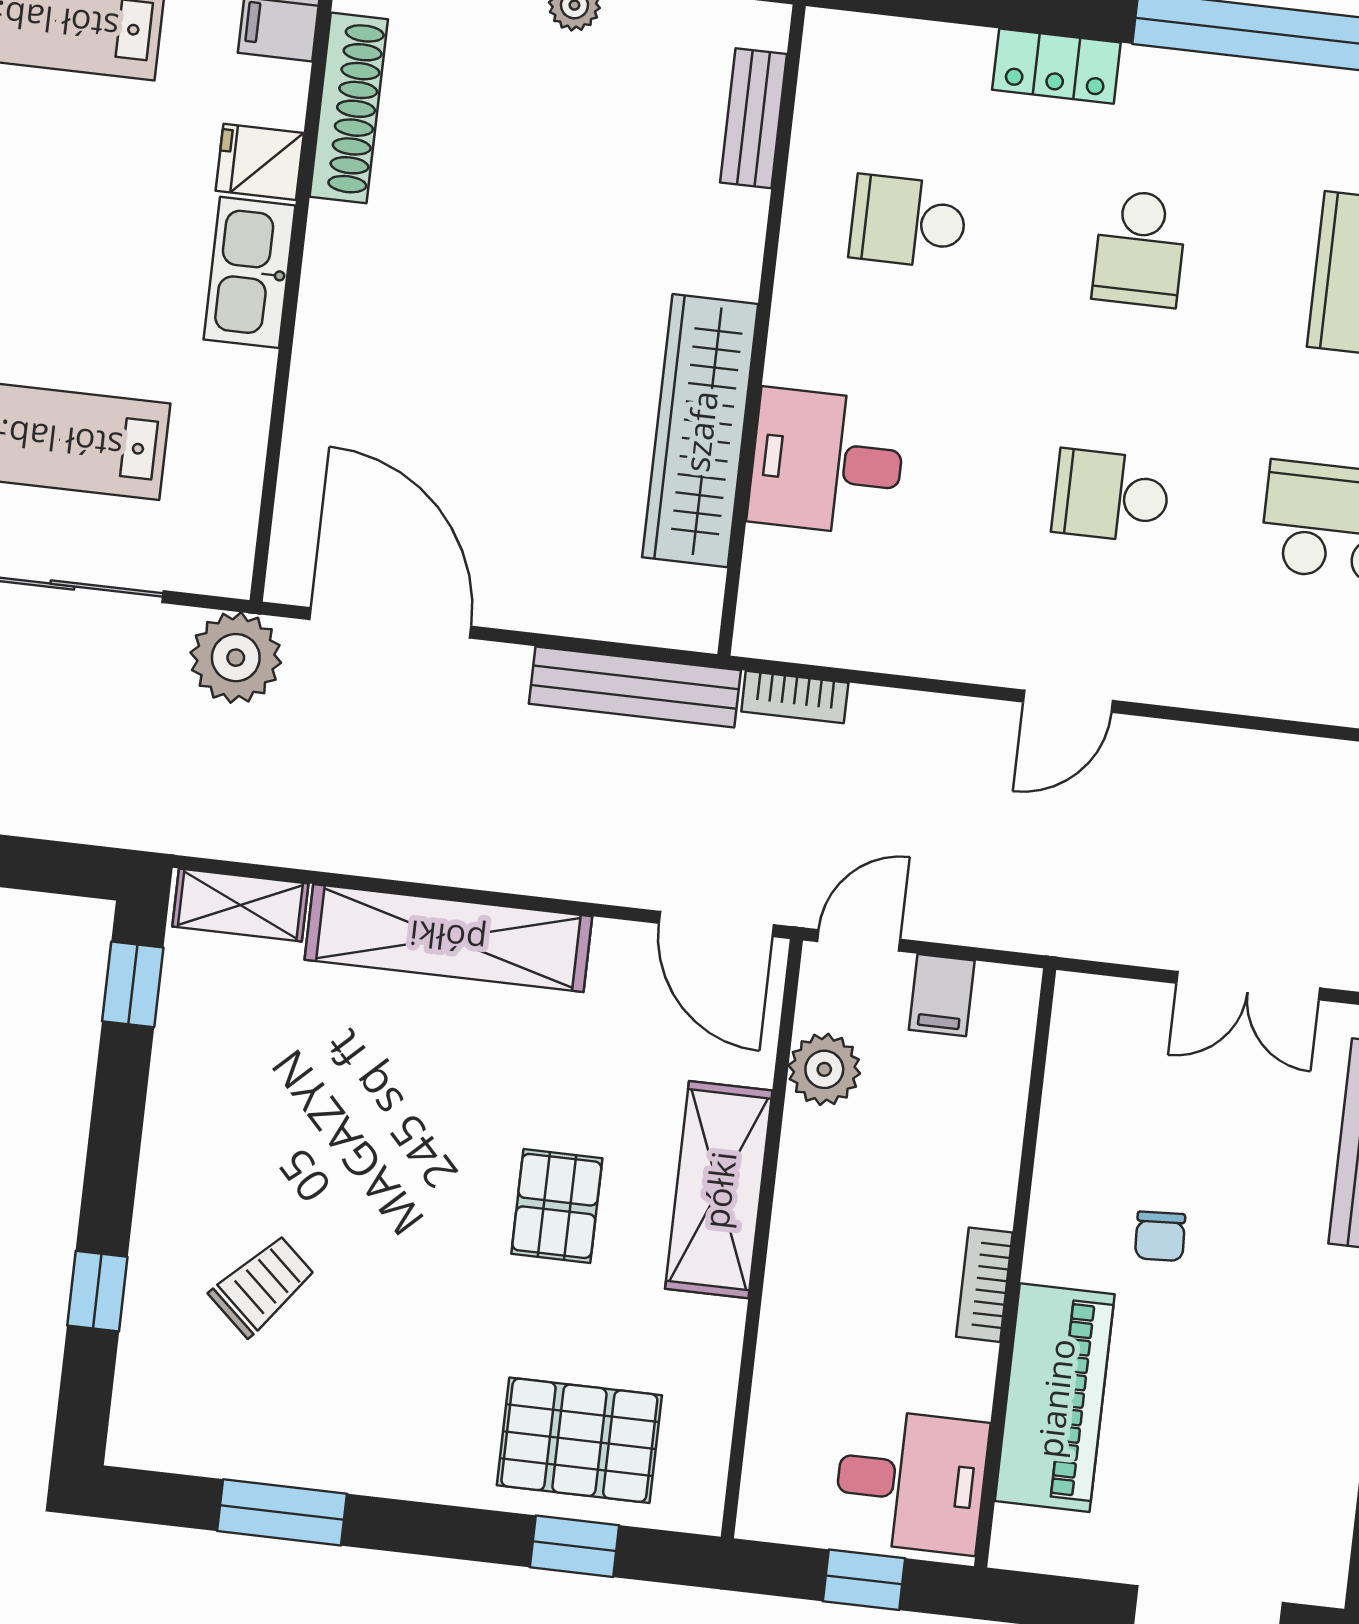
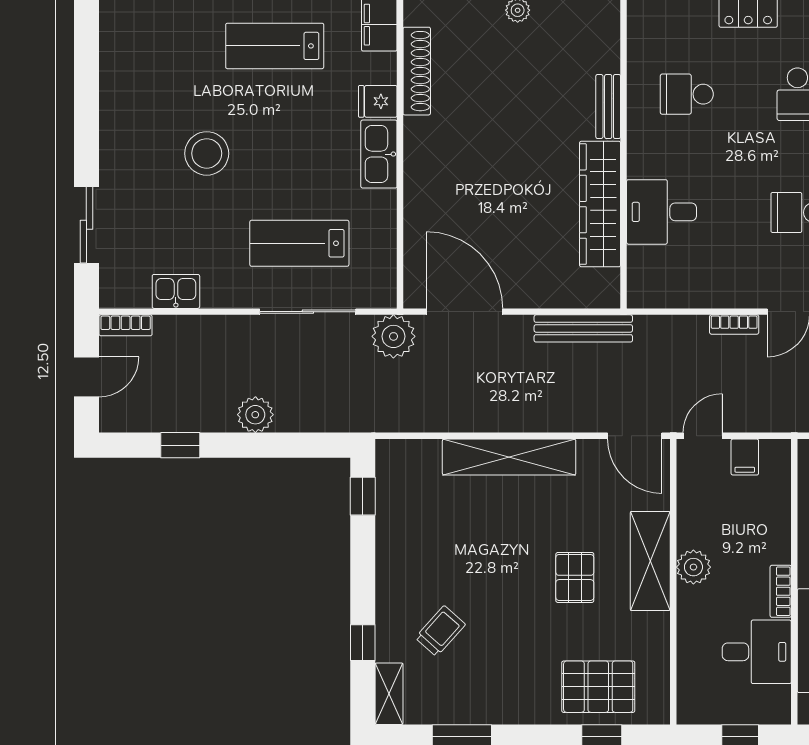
bench: (753, 118) -> (608, 106), moved
bookcase: (795, 697) -> (734, 325), moved
shelving: (240, 905) -> (389, 694), moved, turned 90
plant: (824, 1069) -> (693, 567), moved
desk: (911, 1481) -> (757, 652), moved

